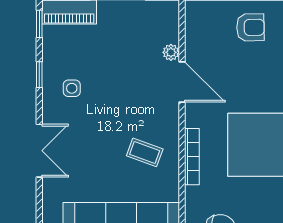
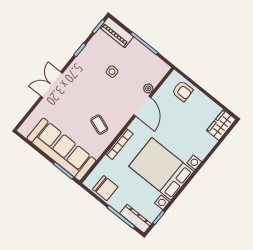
armchair: (250, 27) -> (182, 91), moved
side table: (72, 88) -> (112, 72), moved
double door: (39, 151) -> (52, 85), swing flipped

